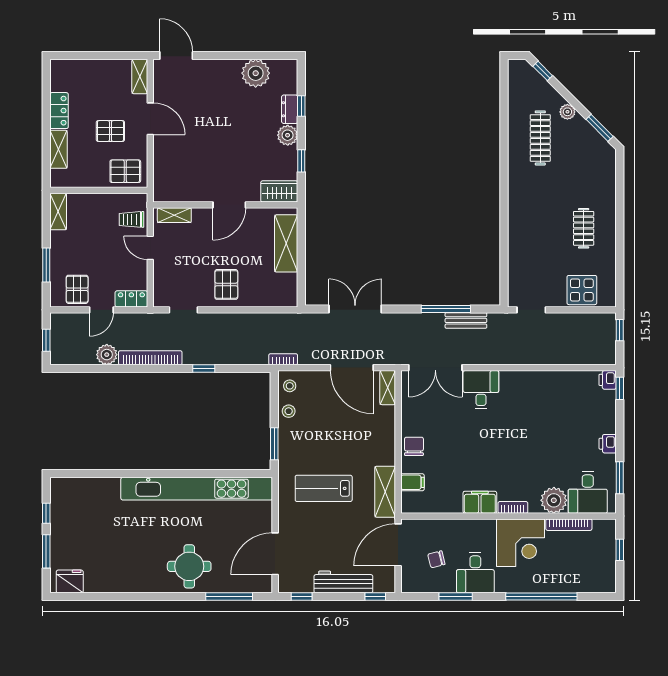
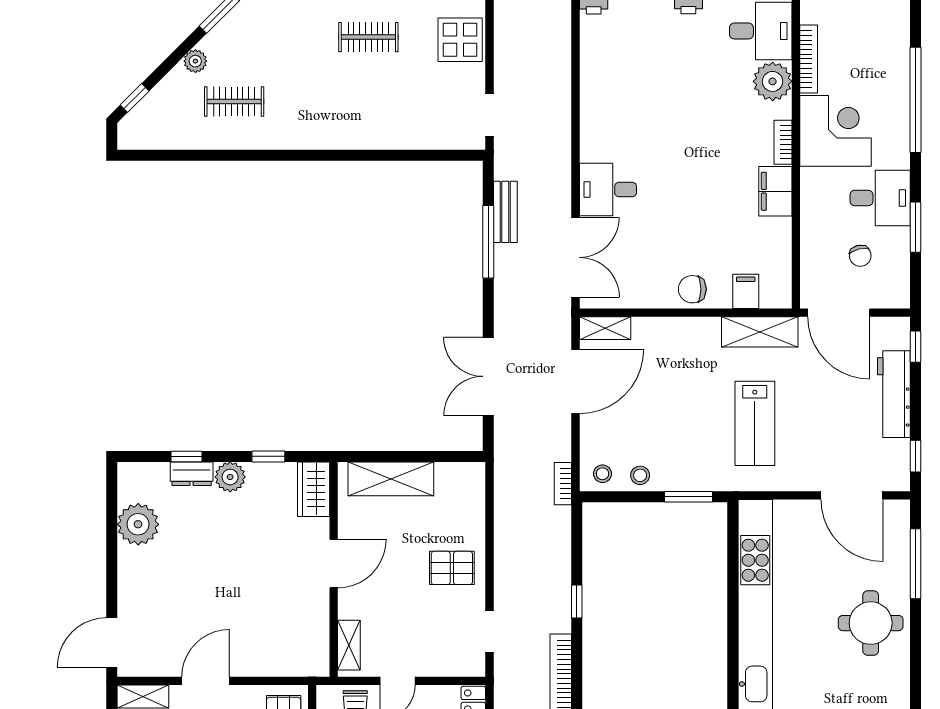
clothes rail: (540, 138) -> (234, 101), width x0.73
door: (229, 205) -> (334, 563), hinge flipped

